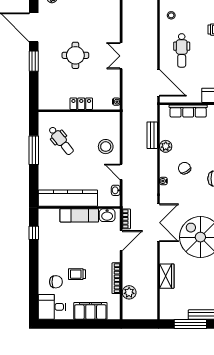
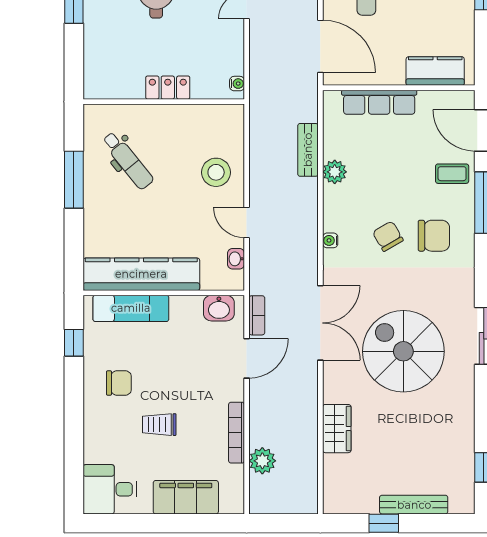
chair: (184, 168) -> (388, 236), moved
exam couch: (79, 215) -> (131, 308), moved
chair: (56, 282) -> (119, 383), moved
window: (190, 324) -> (384, 523), width x0.46

